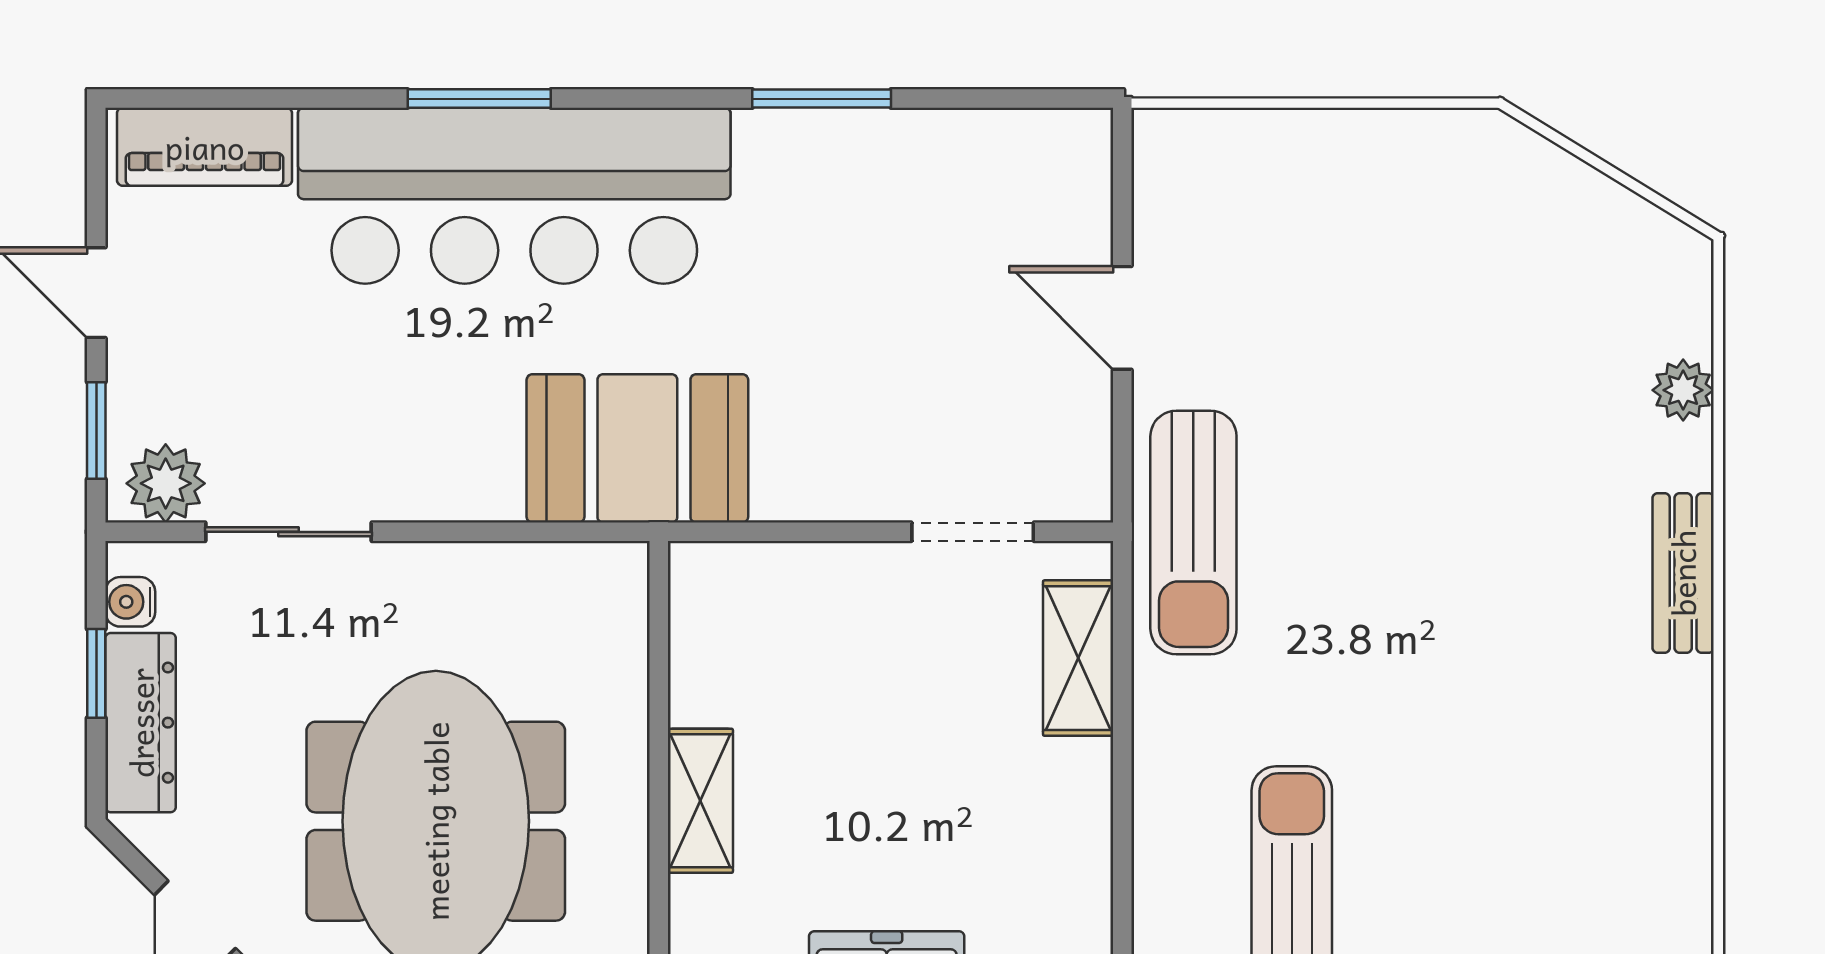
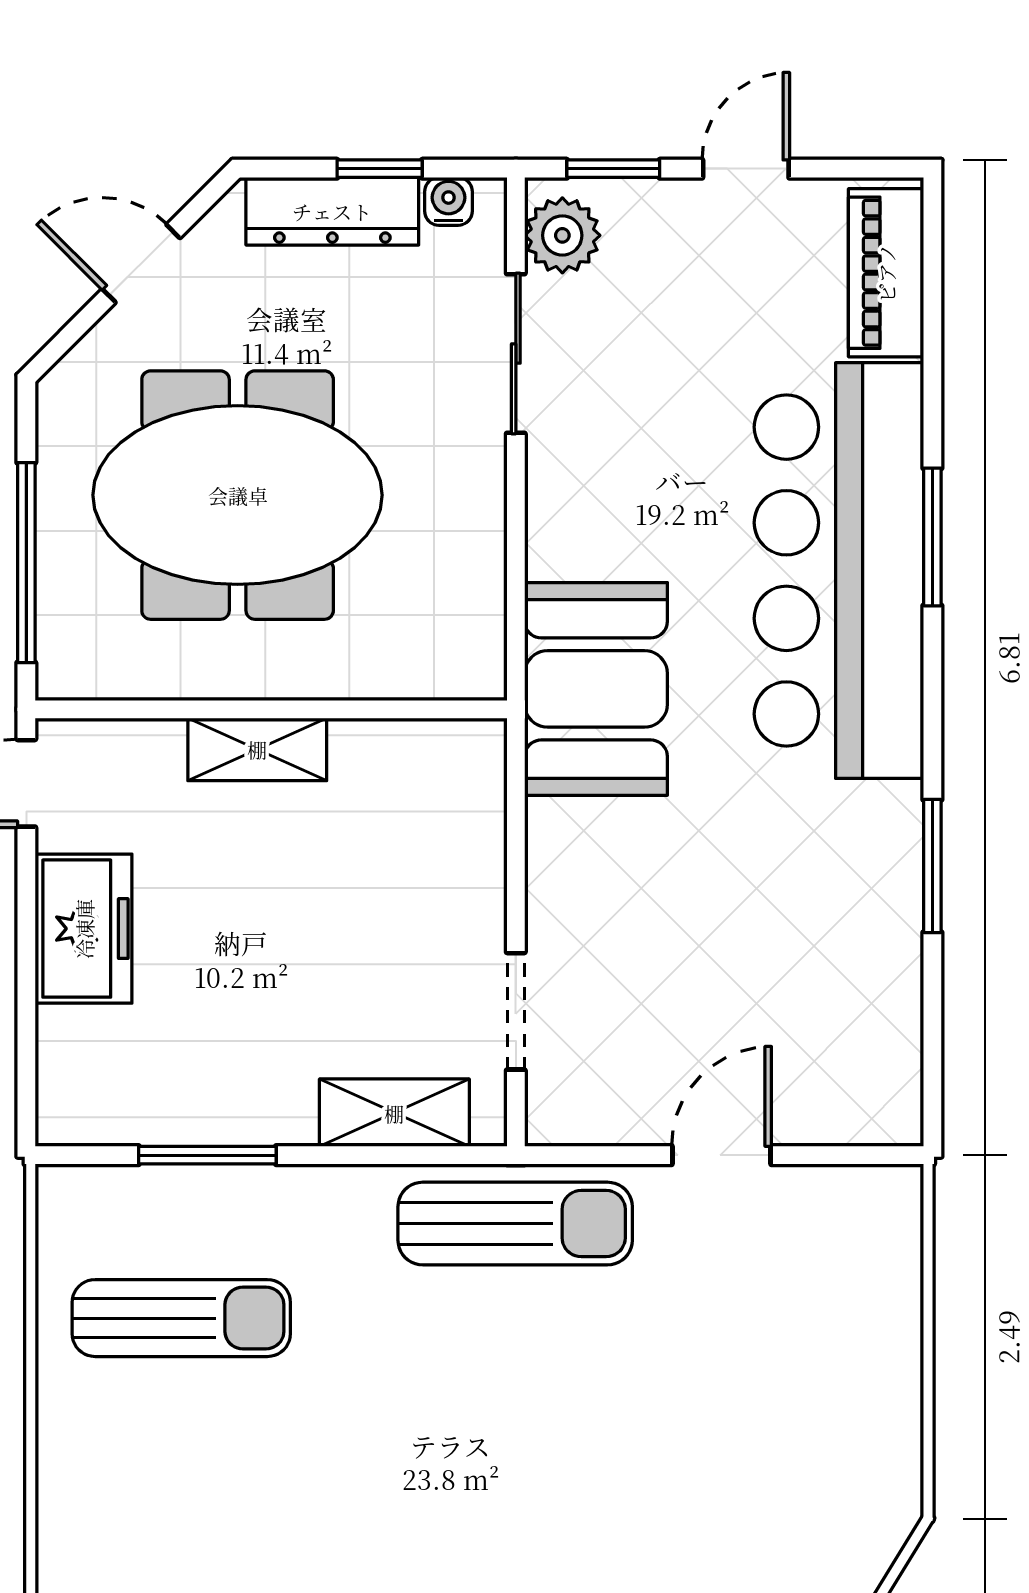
sun lounger: (1193, 532) -> (515, 1224), turned 180
window: (1122, 853) -> (207, 1155), added

